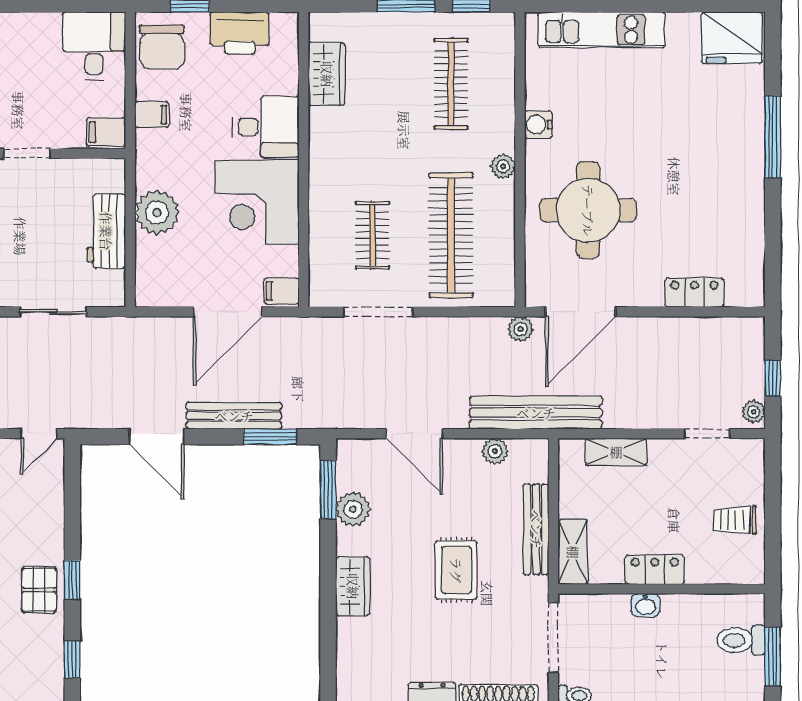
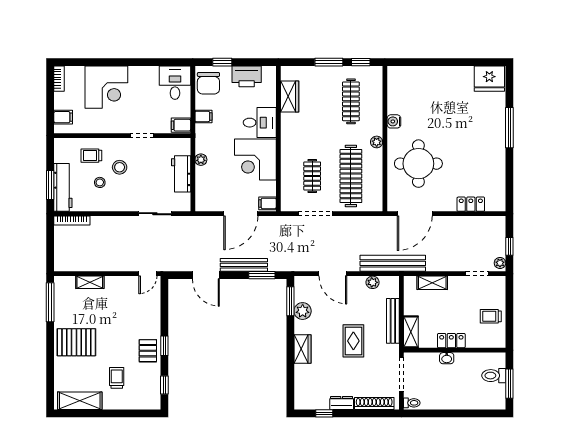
kitchen unit: (602, 30) -> (425, 75), removed
plant: (157, 213) -> (201, 160), width x0.53, depth x0.53
plant: (521, 329) -> (385, 222), removed

